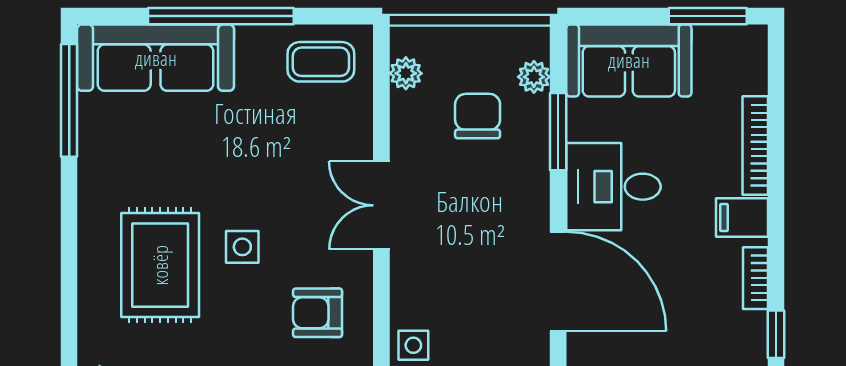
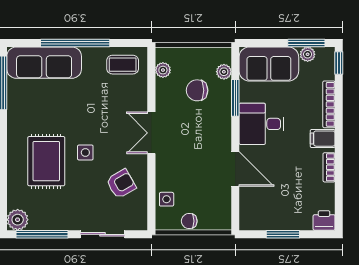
plant: (710, 40) -> (308, 54), added
chair: (478, 116) -> (197, 90), turned -90
door: (558, 281) -> (235, 169), width x0.73
armchair: (318, 313) -> (121, 184), turned 150
window: (776, 334) -> (339, 63), moved

